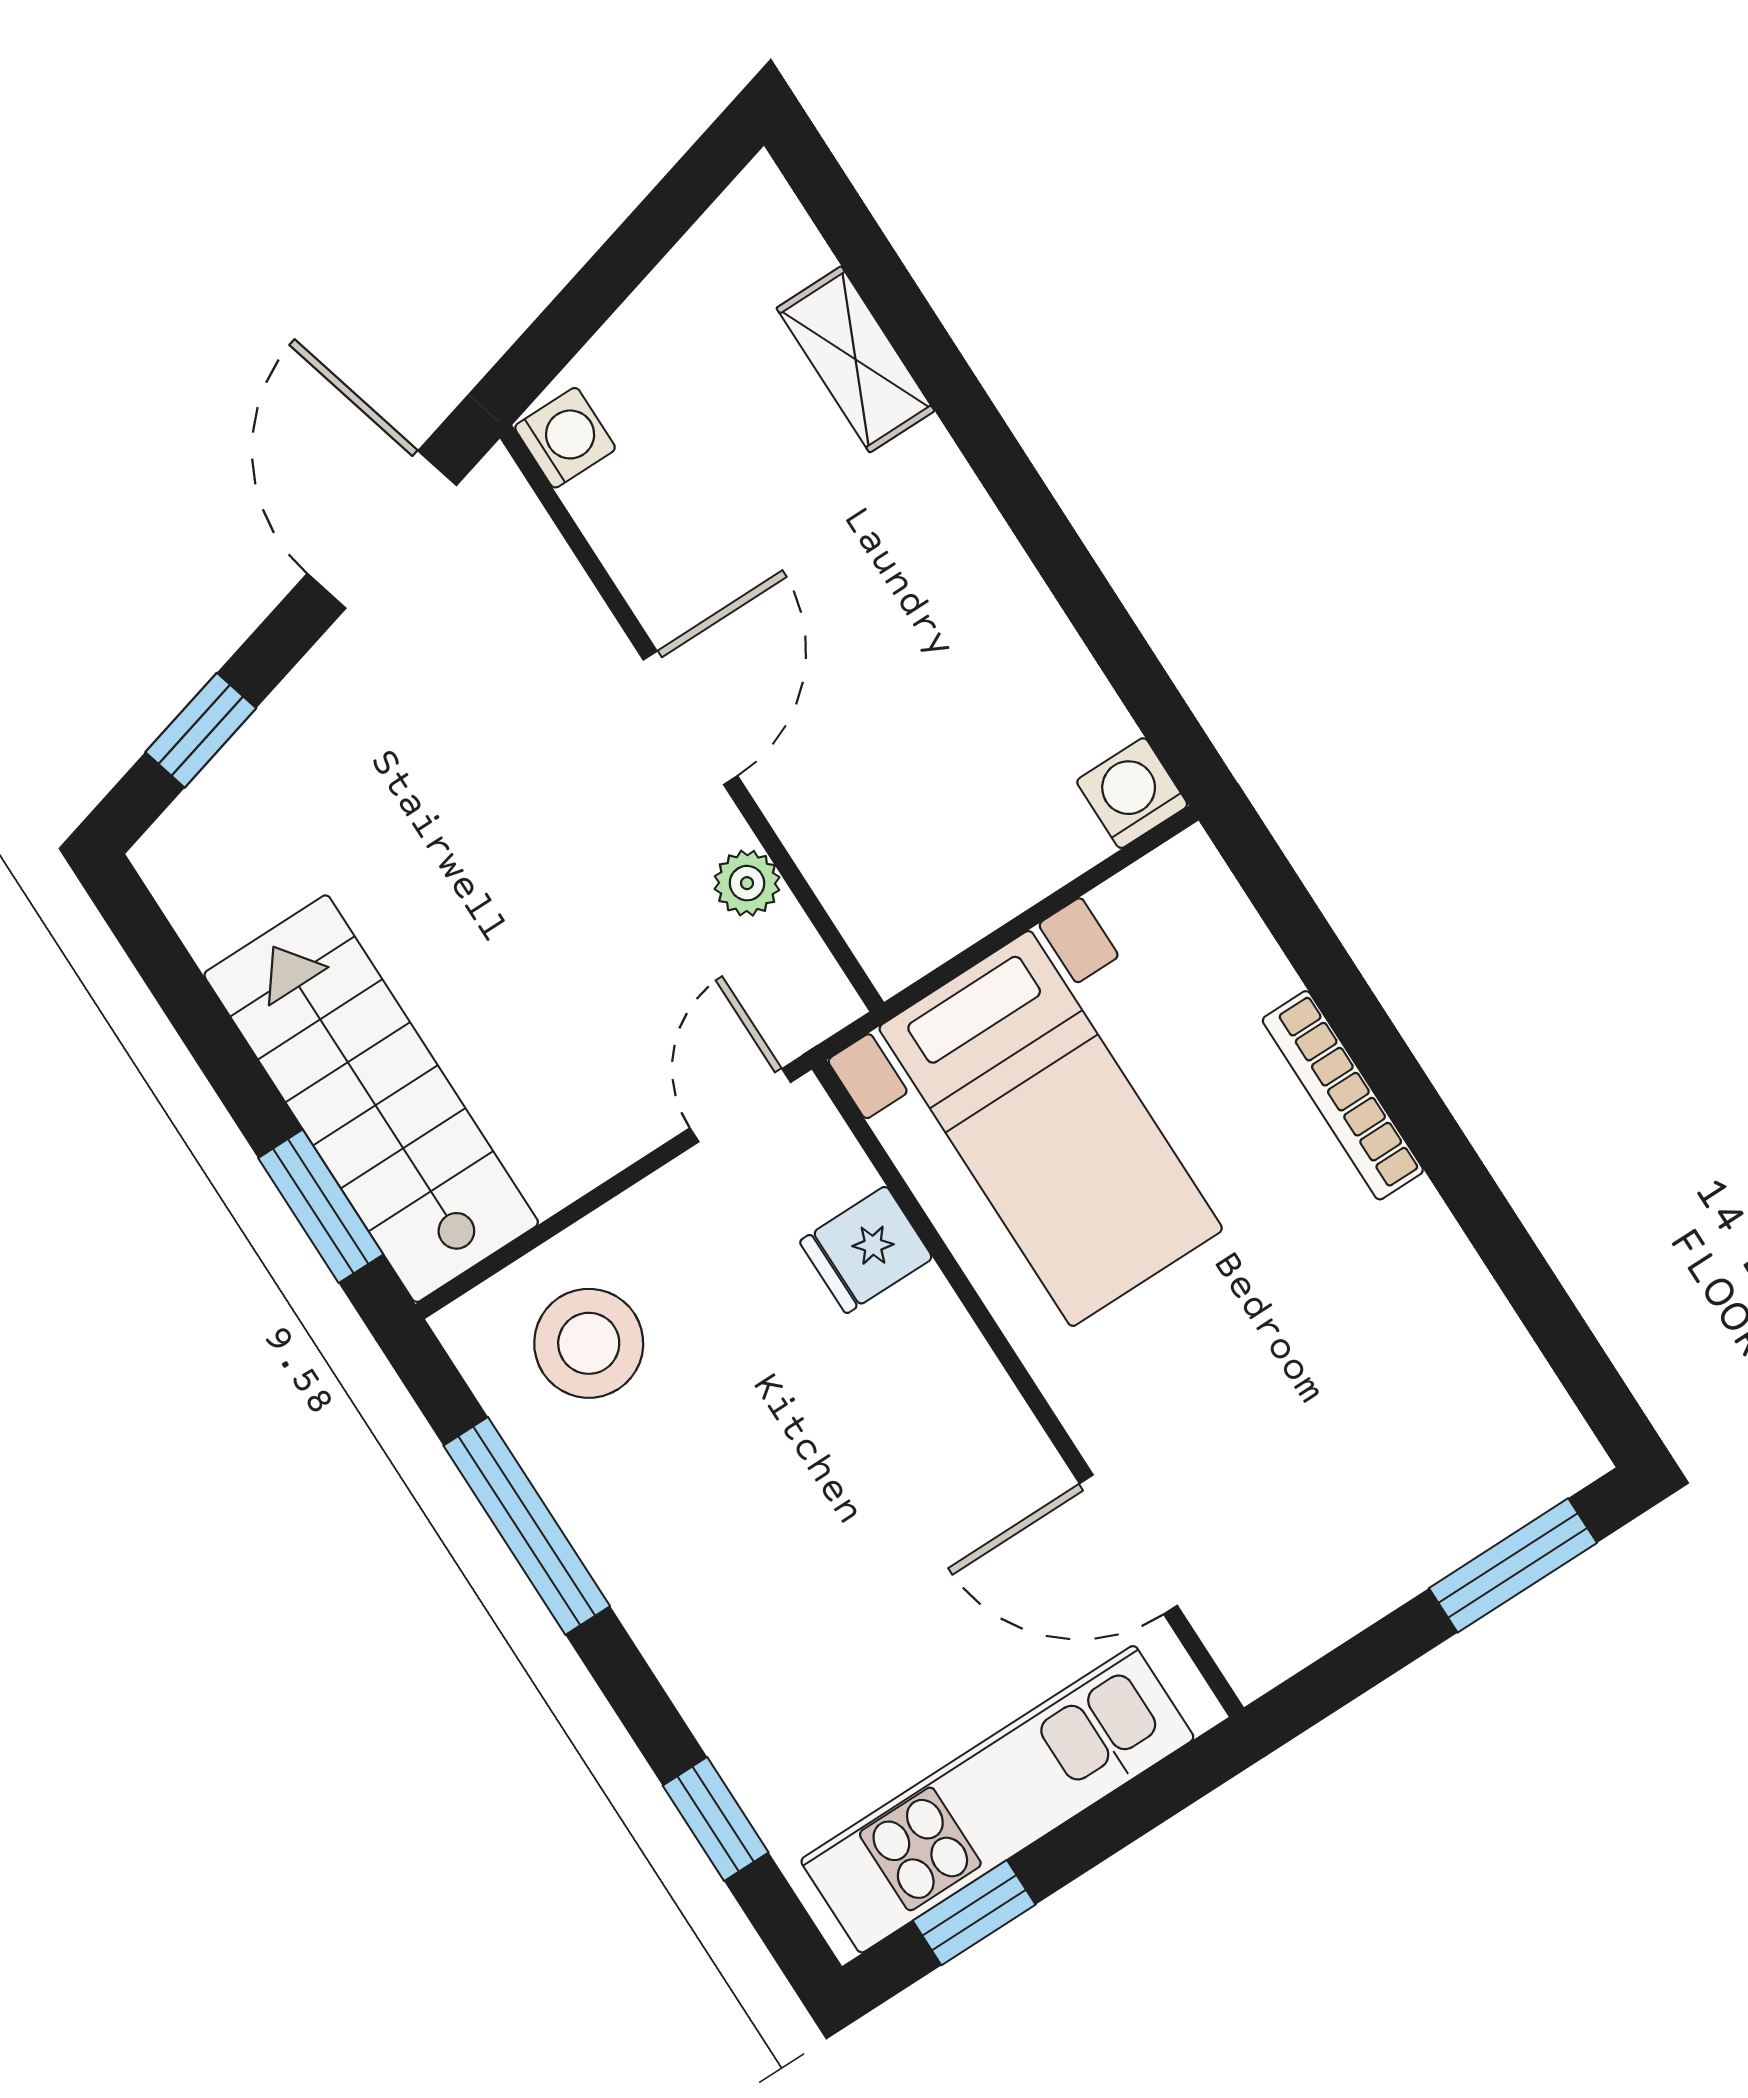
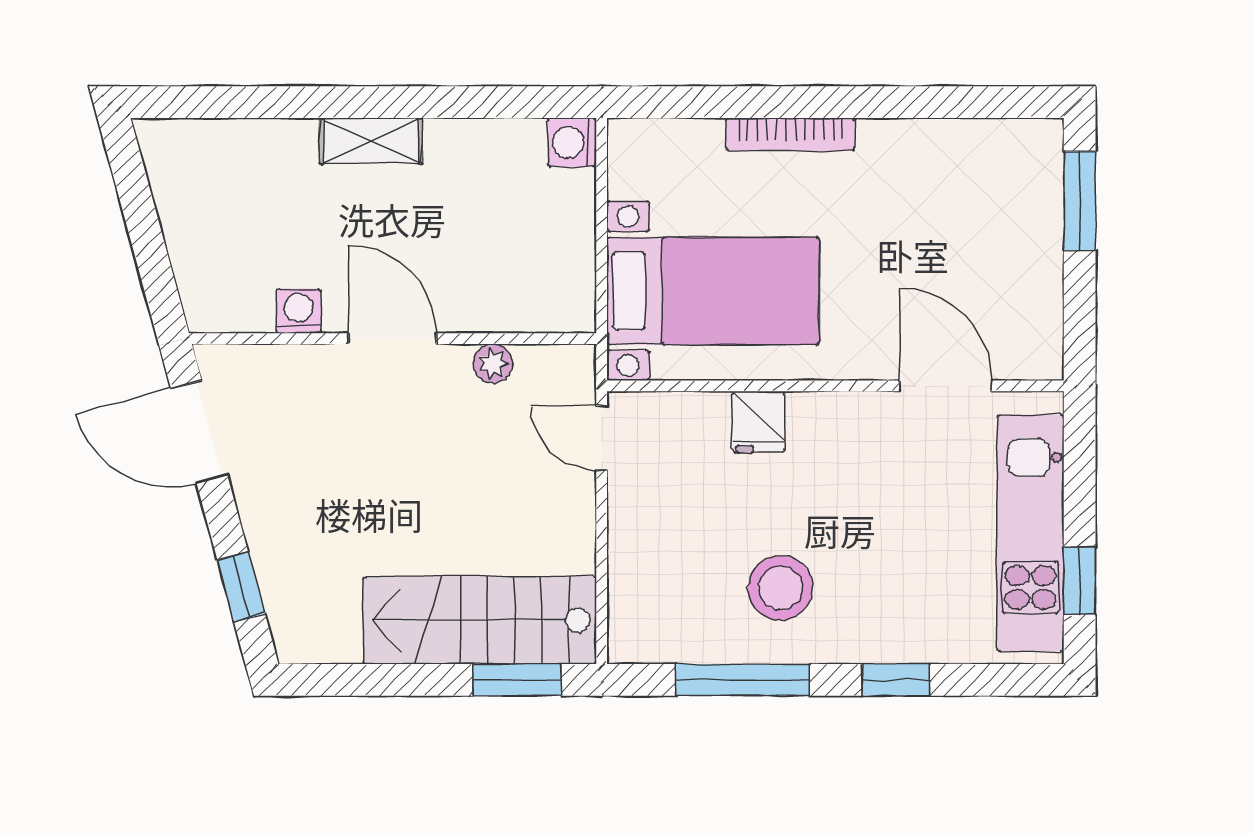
shelving: (855, 359) -> (371, 141), moved
washing machine: (565, 438) -> (299, 311), moved
fridge: (866, 1250) -> (758, 422), moved
stool: (589, 1343) -> (780, 588), moved
door: (1128, 1544) -> (946, 386), swing flipped
window: (716, 1819) -> (896, 680), moved

